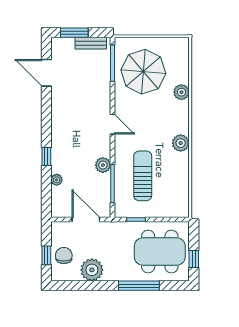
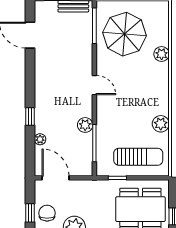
plant: (181, 143) -> (161, 124), moved
sun lounger: (143, 176) -> (138, 157), moved, turned 90
door: (86, 220) -> (56, 178), moved

